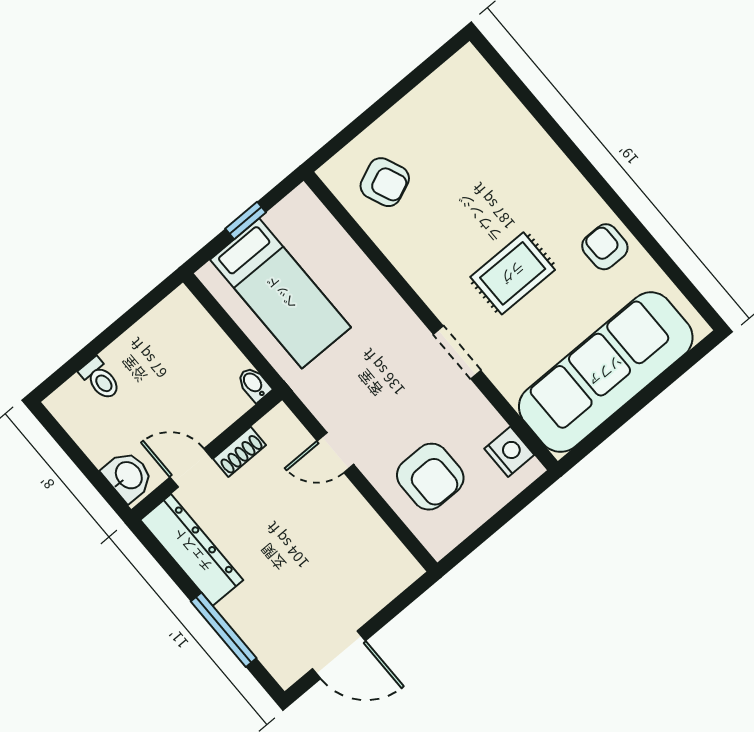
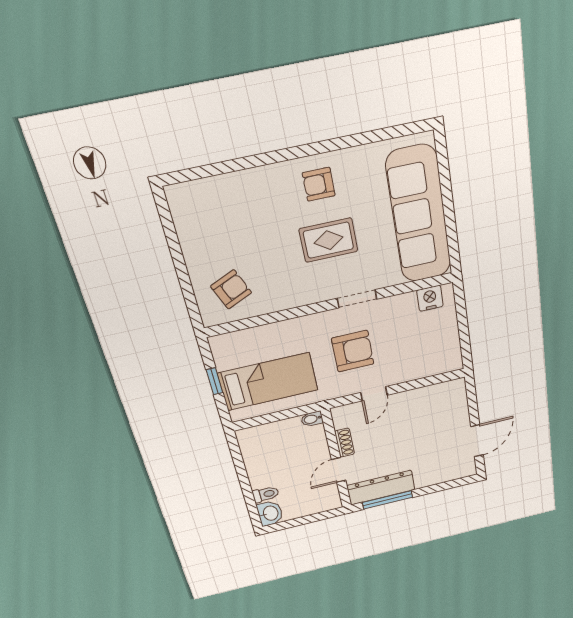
armchair: (605, 247) -> (319, 184), moved
rug: (513, 273) -> (328, 240), turned 90
washbasin: (128, 476) -> (270, 513), moved, turned 90
armchair: (430, 477) -> (353, 351), moved
window: (224, 630) -> (388, 500), moved

